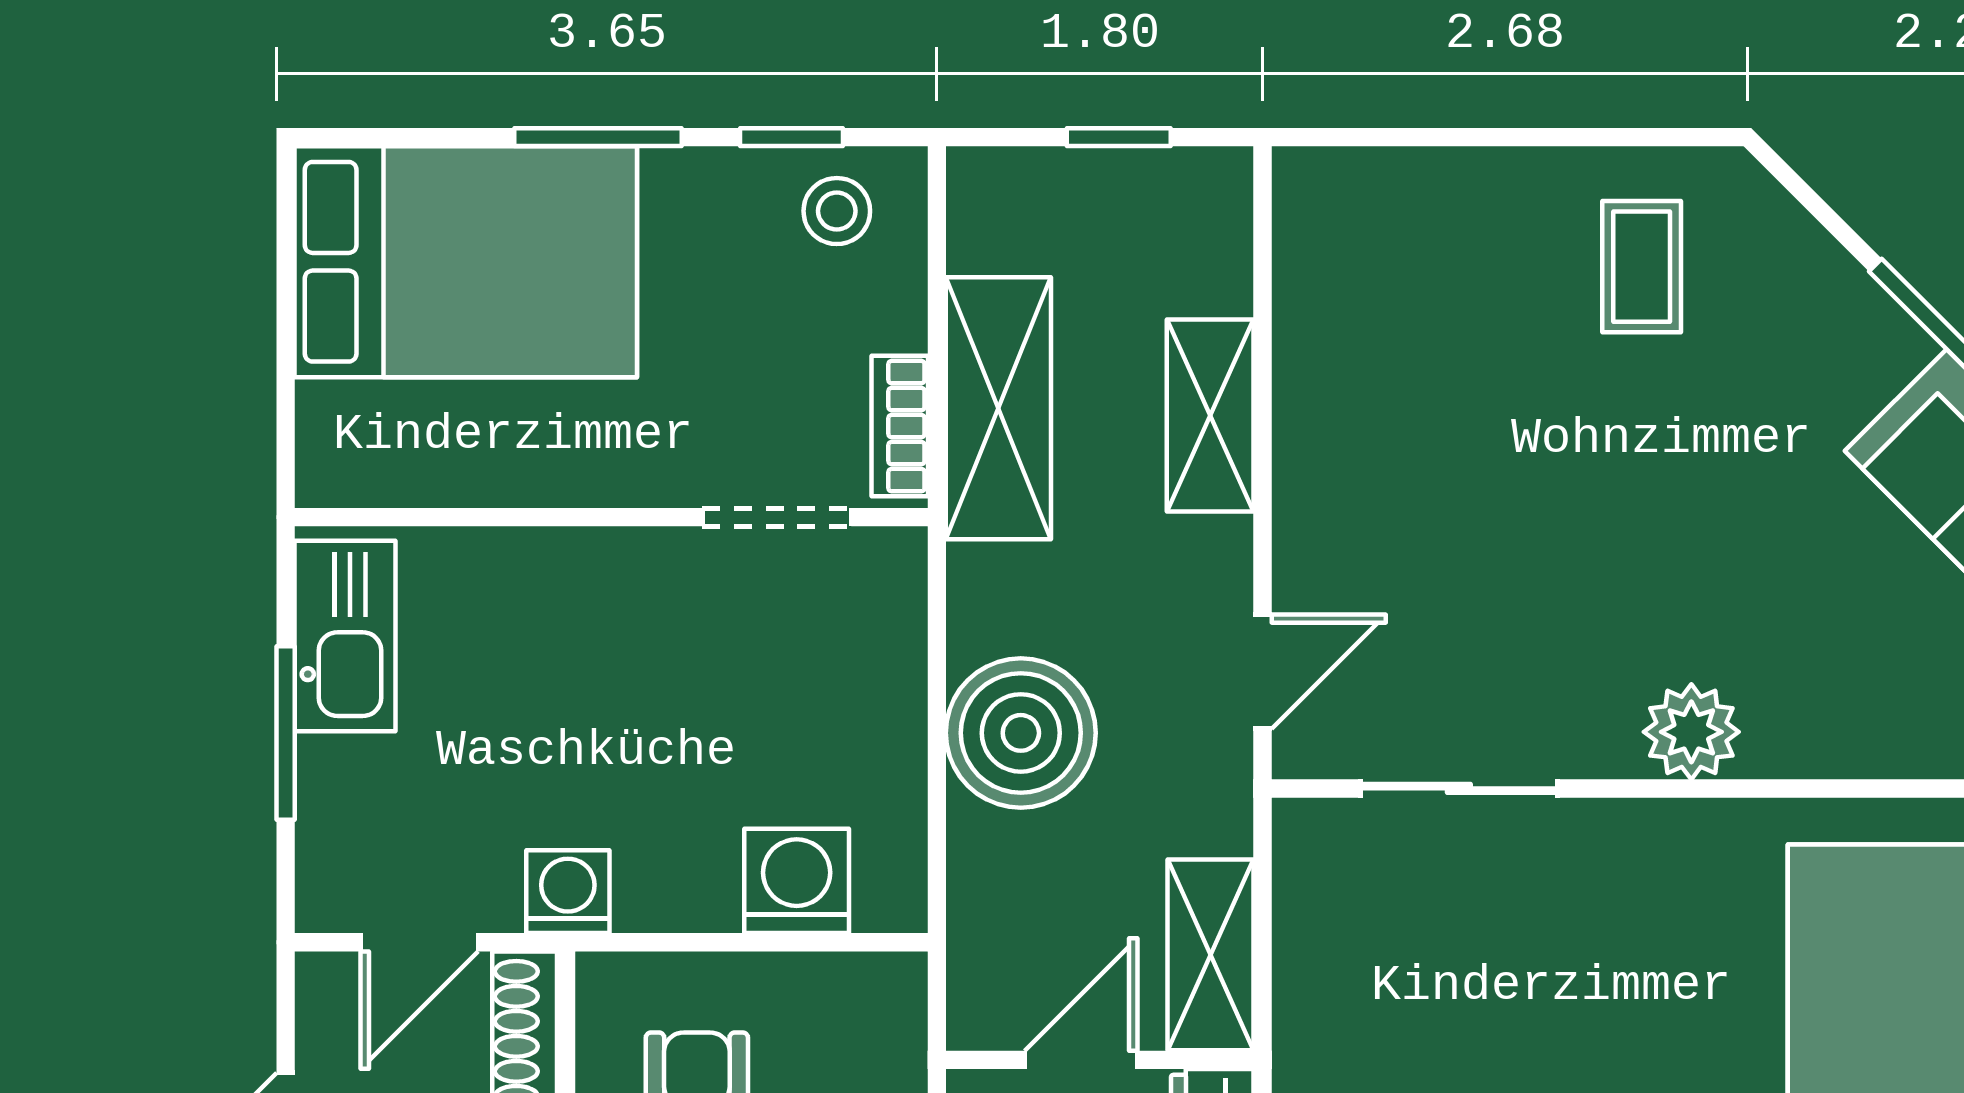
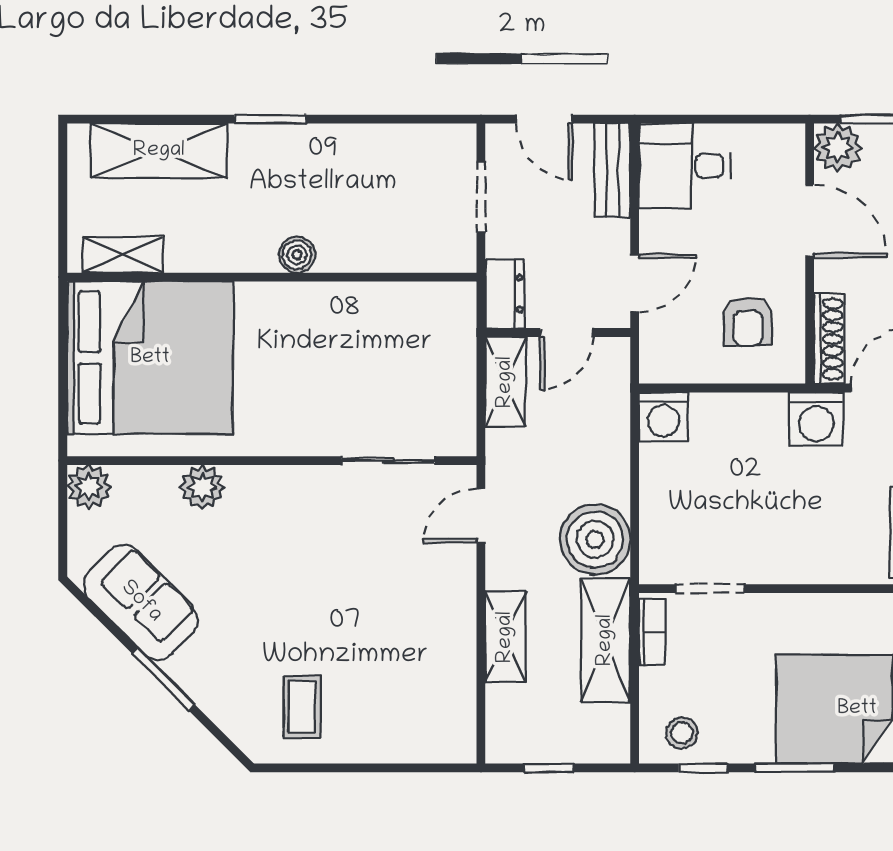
plant: (1691, 732) -> (202, 487), moved
boiler: (1021, 733) -> (595, 539), moved
washing machine: (797, 881) -> (664, 417), moved
washing machine: (568, 892) -> (816, 419), width x1.38, depth x1.38

